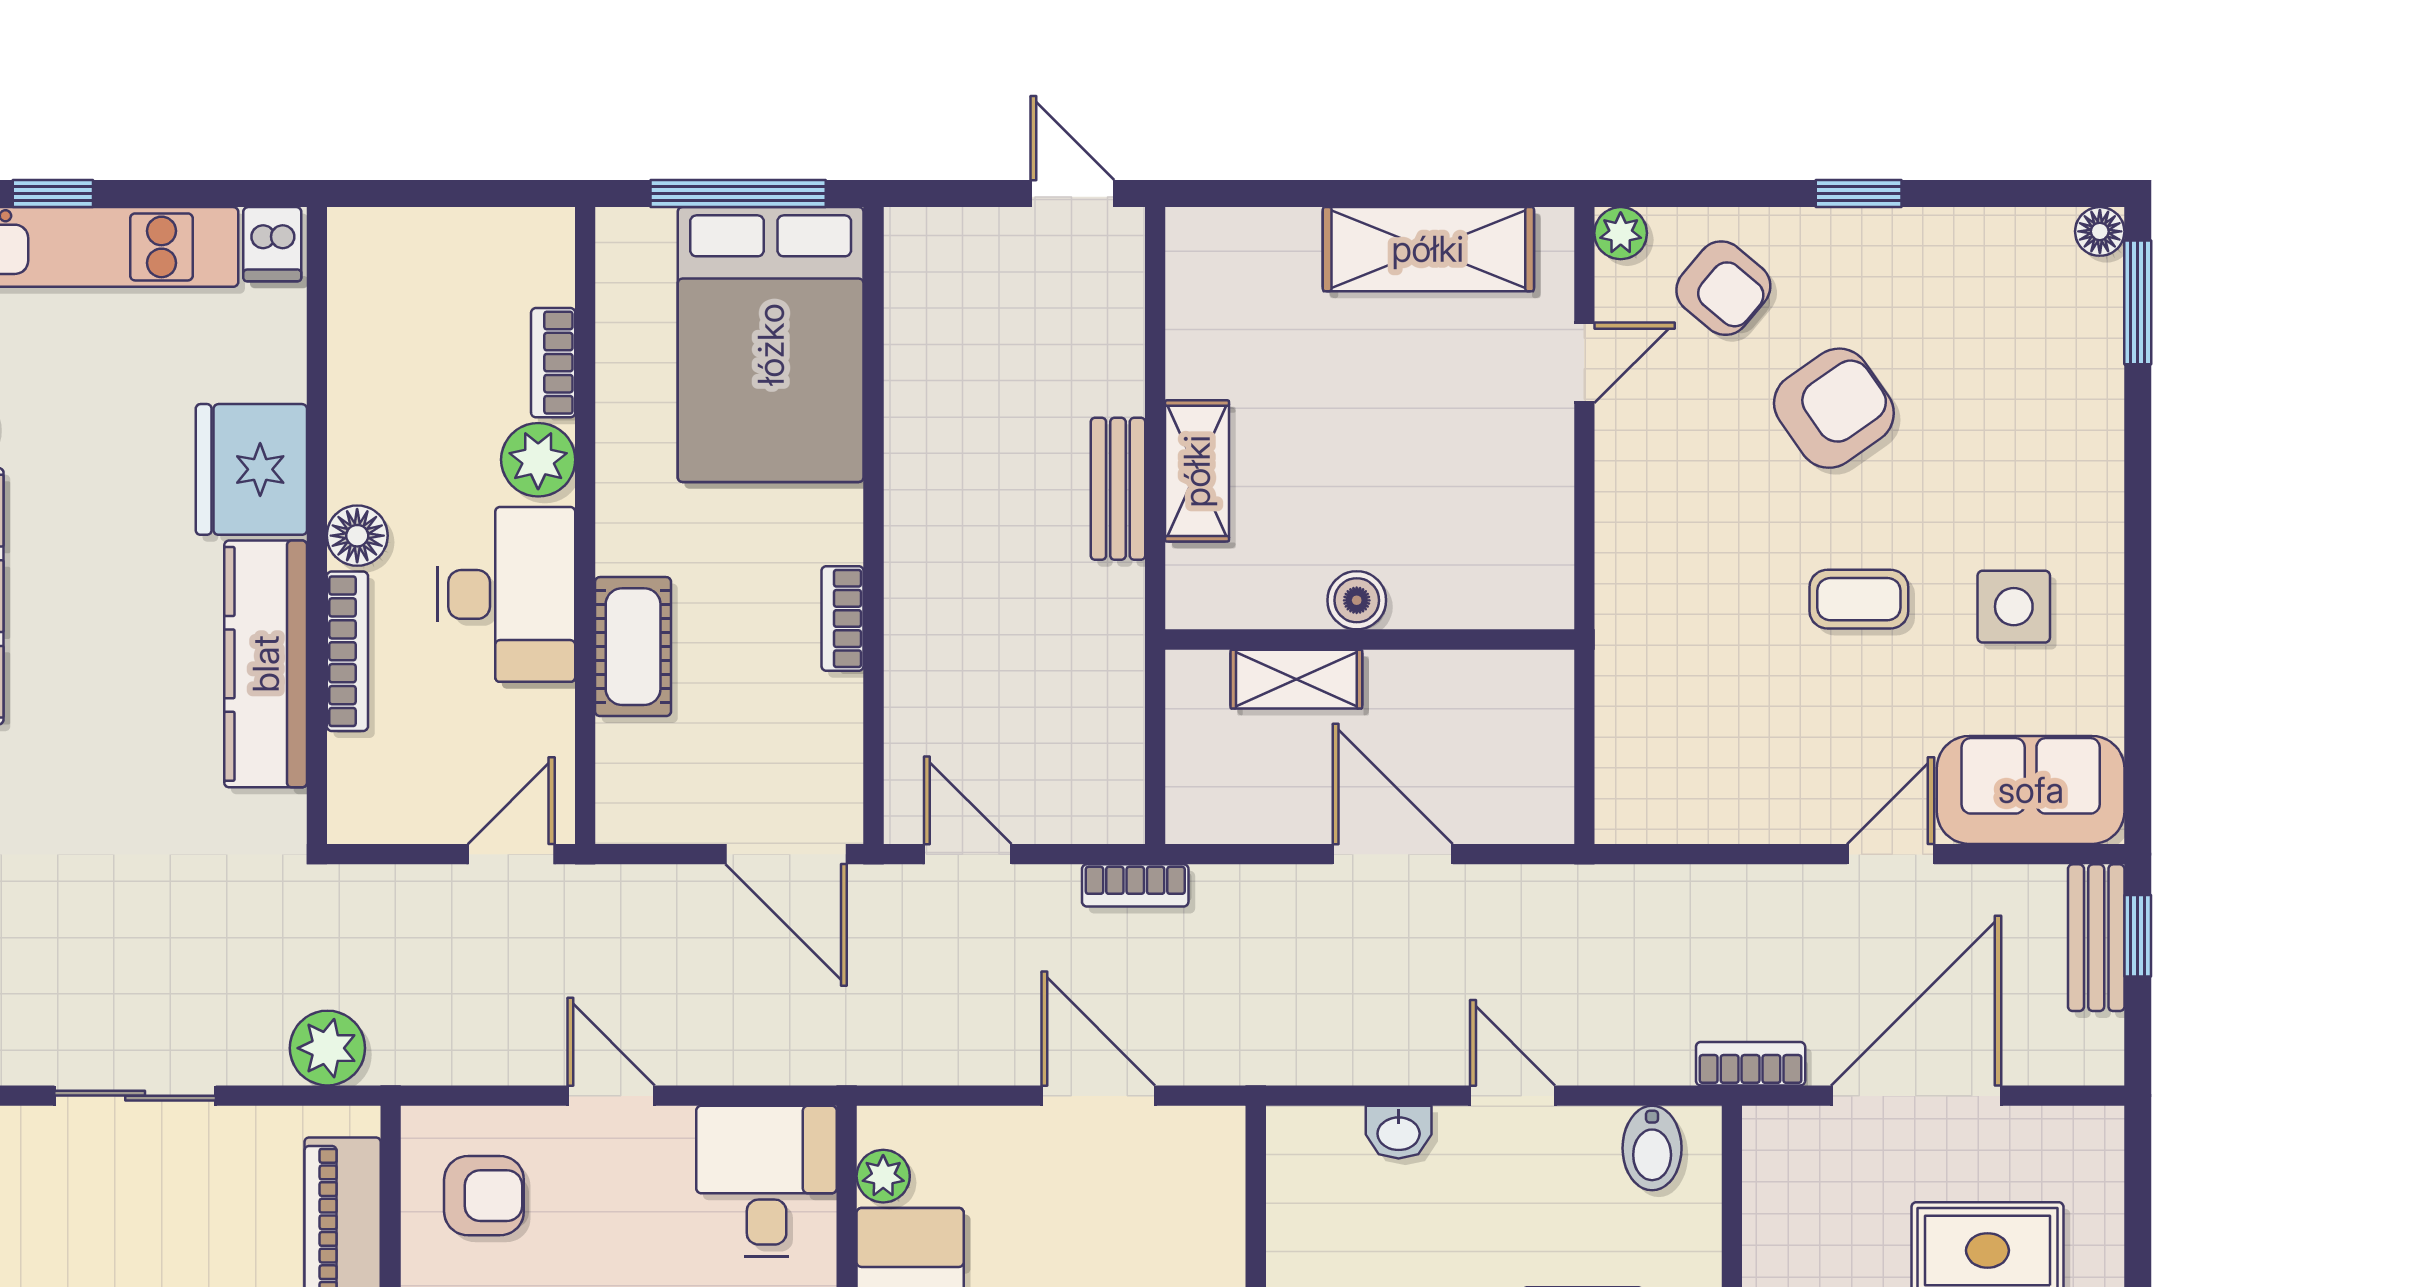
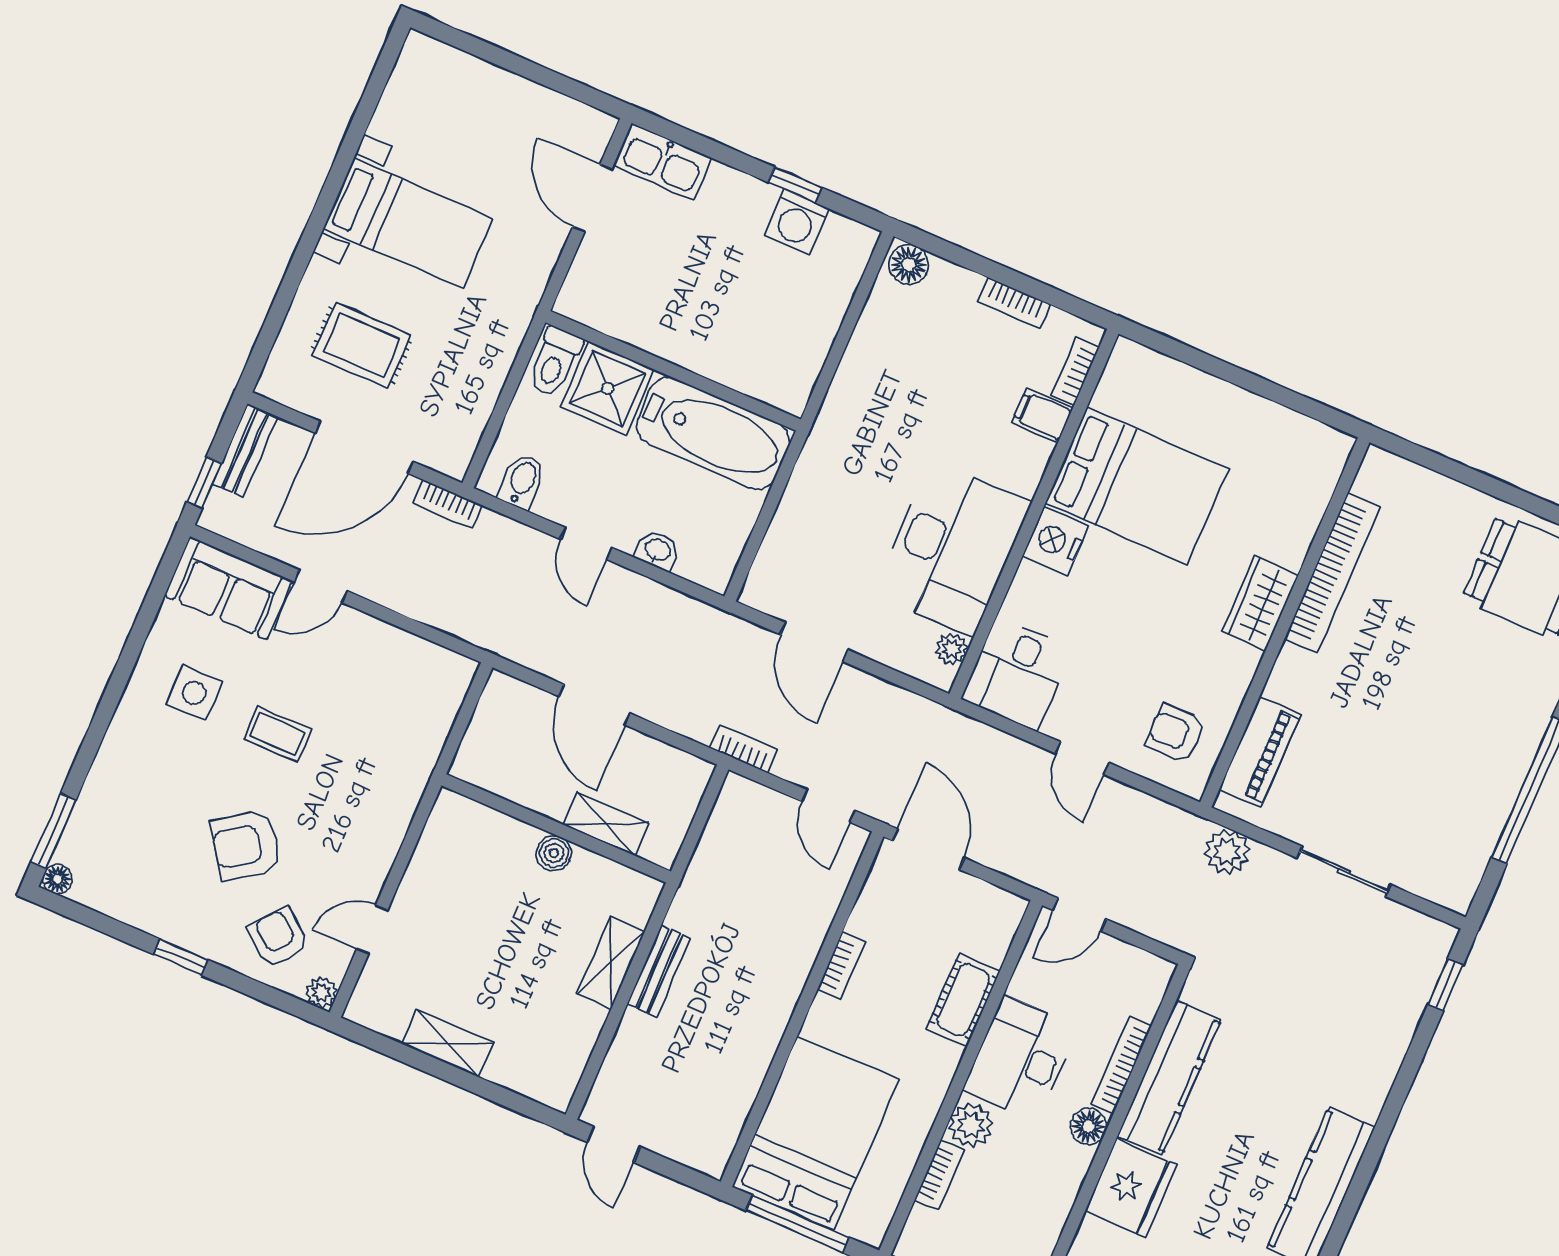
shelving: (1428, 249) -> (448, 1043), width x0.67, depth x0.75
bench: (2096, 938) -> (245, 450), moved

